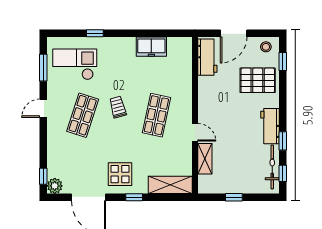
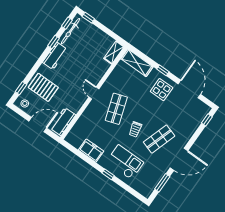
window: (95, 33) -> (108, 174), moved
checkout: (75, 64) -> (125, 162), moved, turned 180
door: (43, 108) -> (179, 159), width x1.88
shop shelf: (156, 115) -> (116, 109), turned -30
door: (195, 132) -> (94, 93), moved
shelving: (205, 159) -> (114, 52), moved
plant: (55, 186) -> (204, 110), removed
window: (234, 197) -> (88, 18), moved

